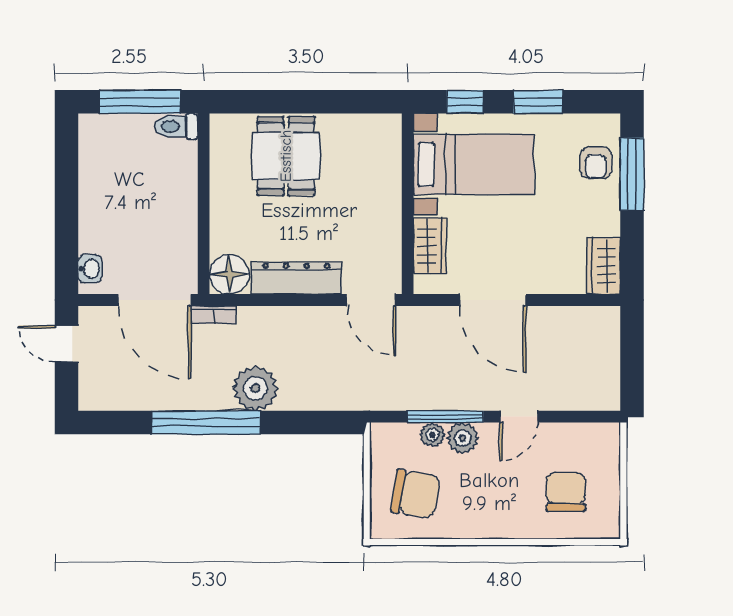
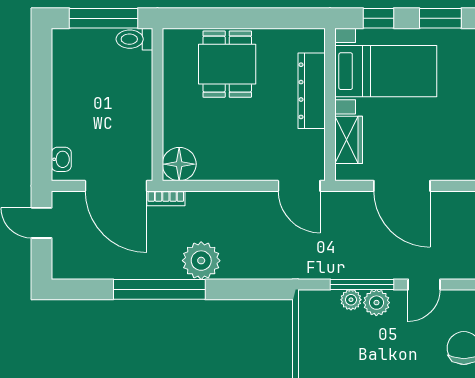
dresser: (296, 278) -> (312, 91), moved, turned -90
chair: (415, 494) -> (337, 350), removed

